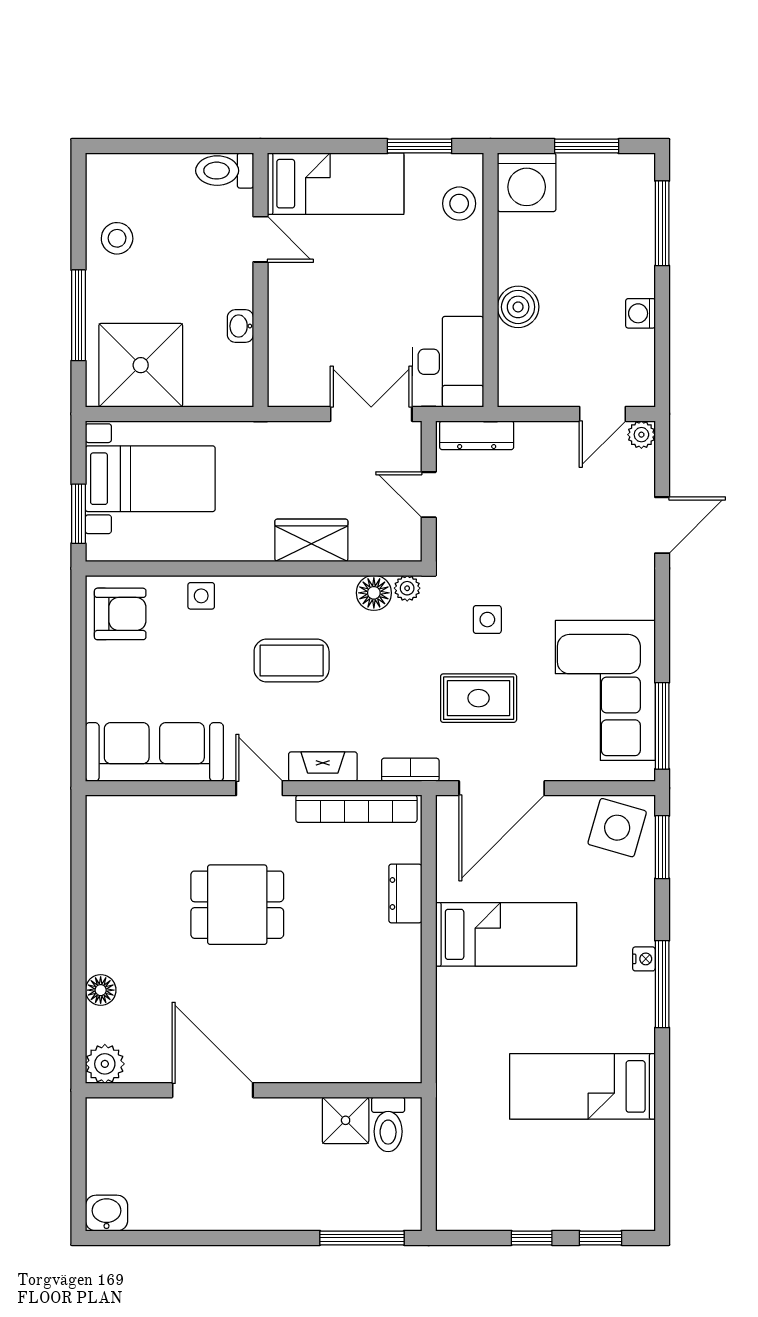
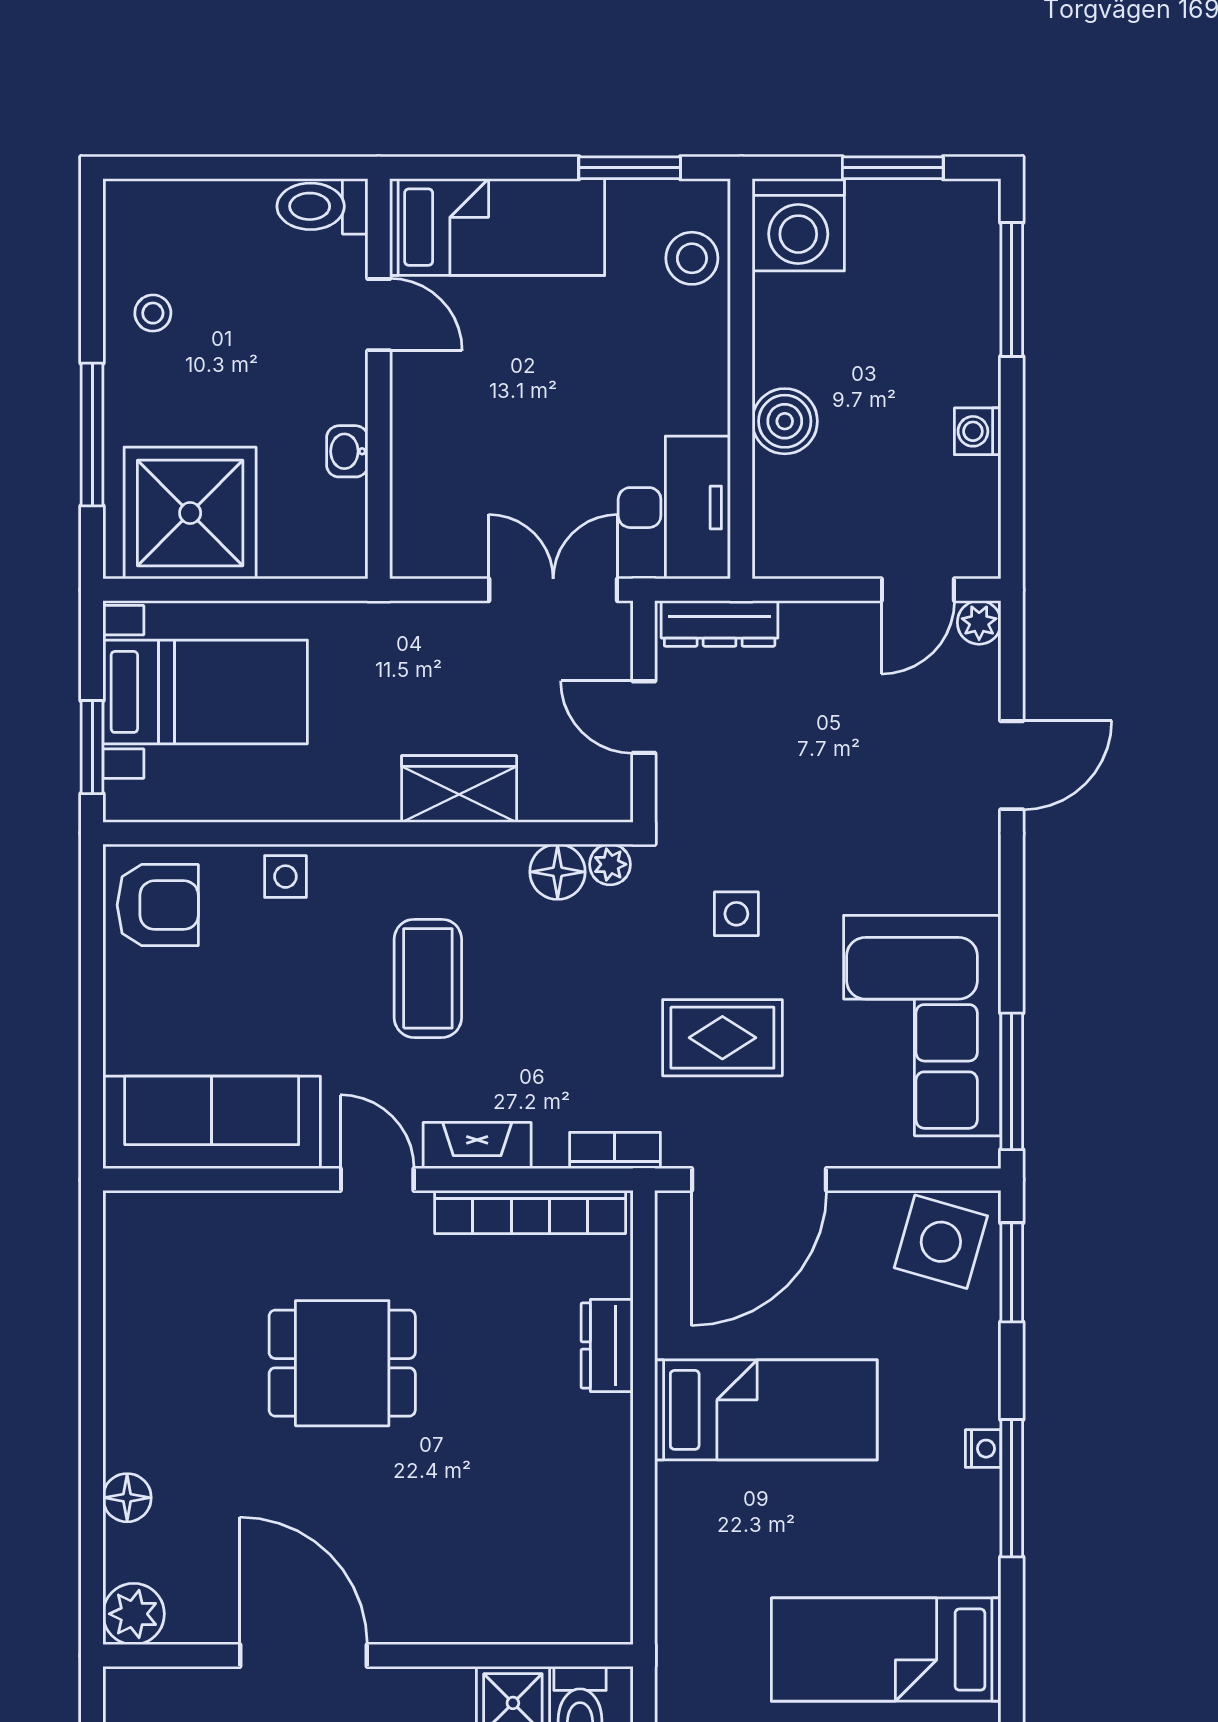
stool: (117, 238) -> (153, 313), width x0.73, depth x0.73
coffee table: (292, 661) -> (428, 978), turned 90

